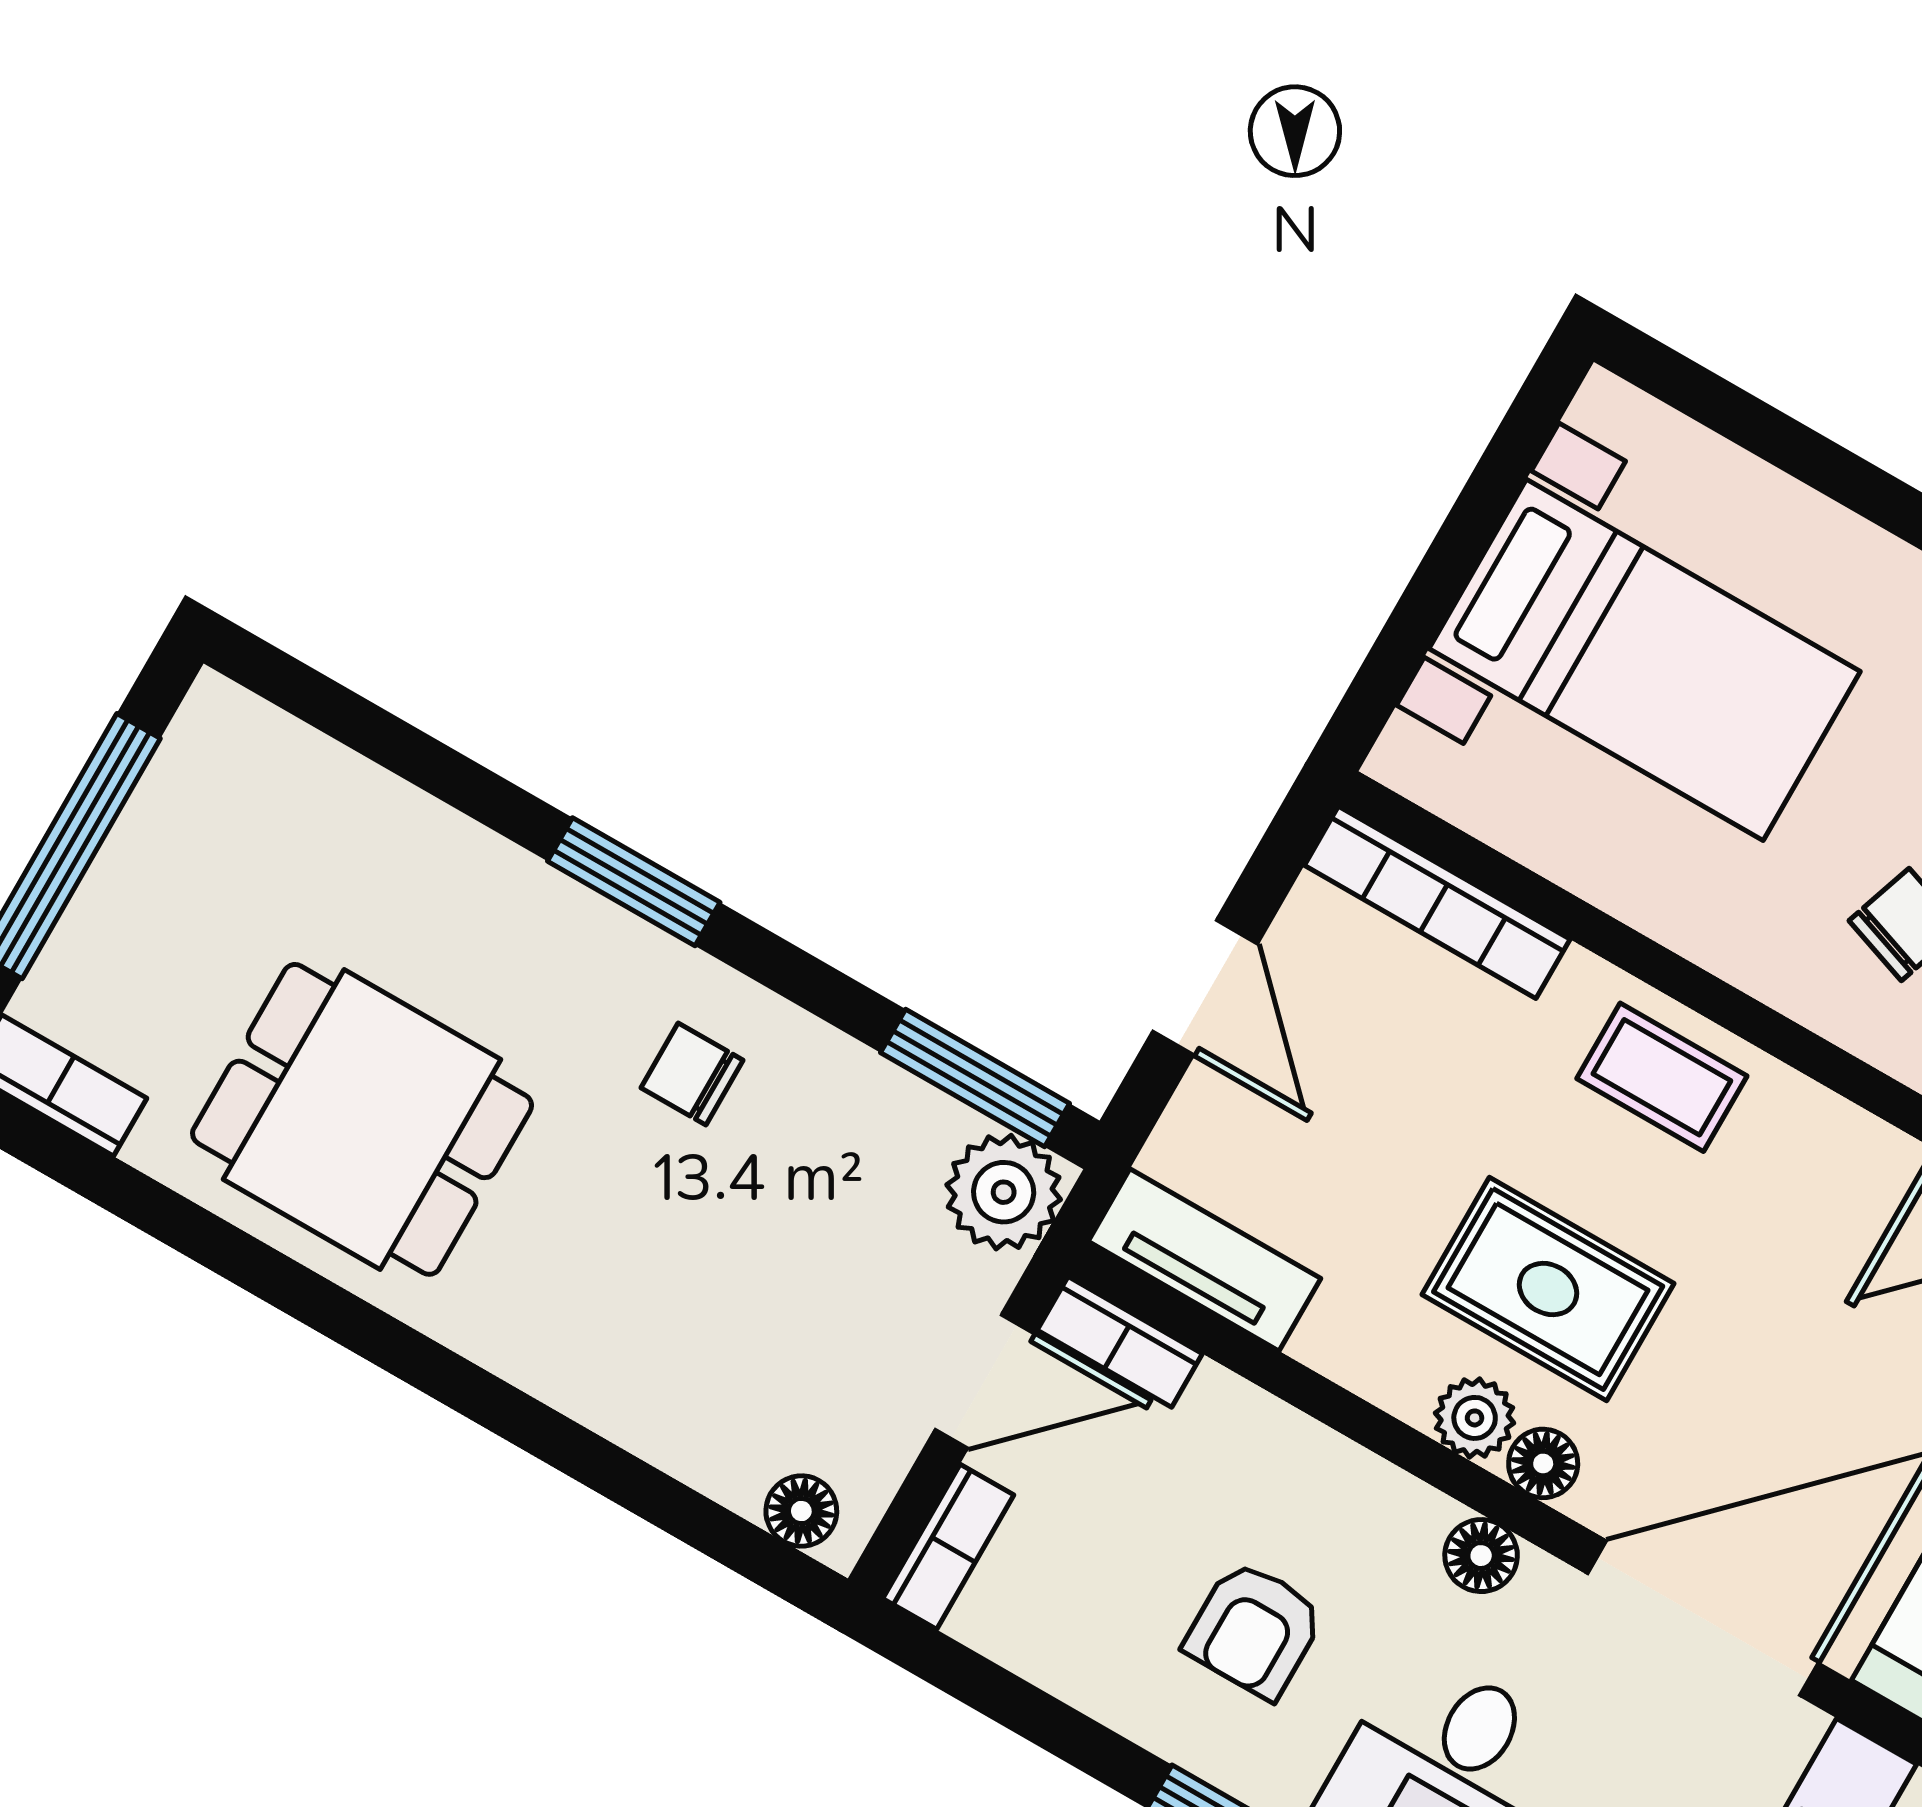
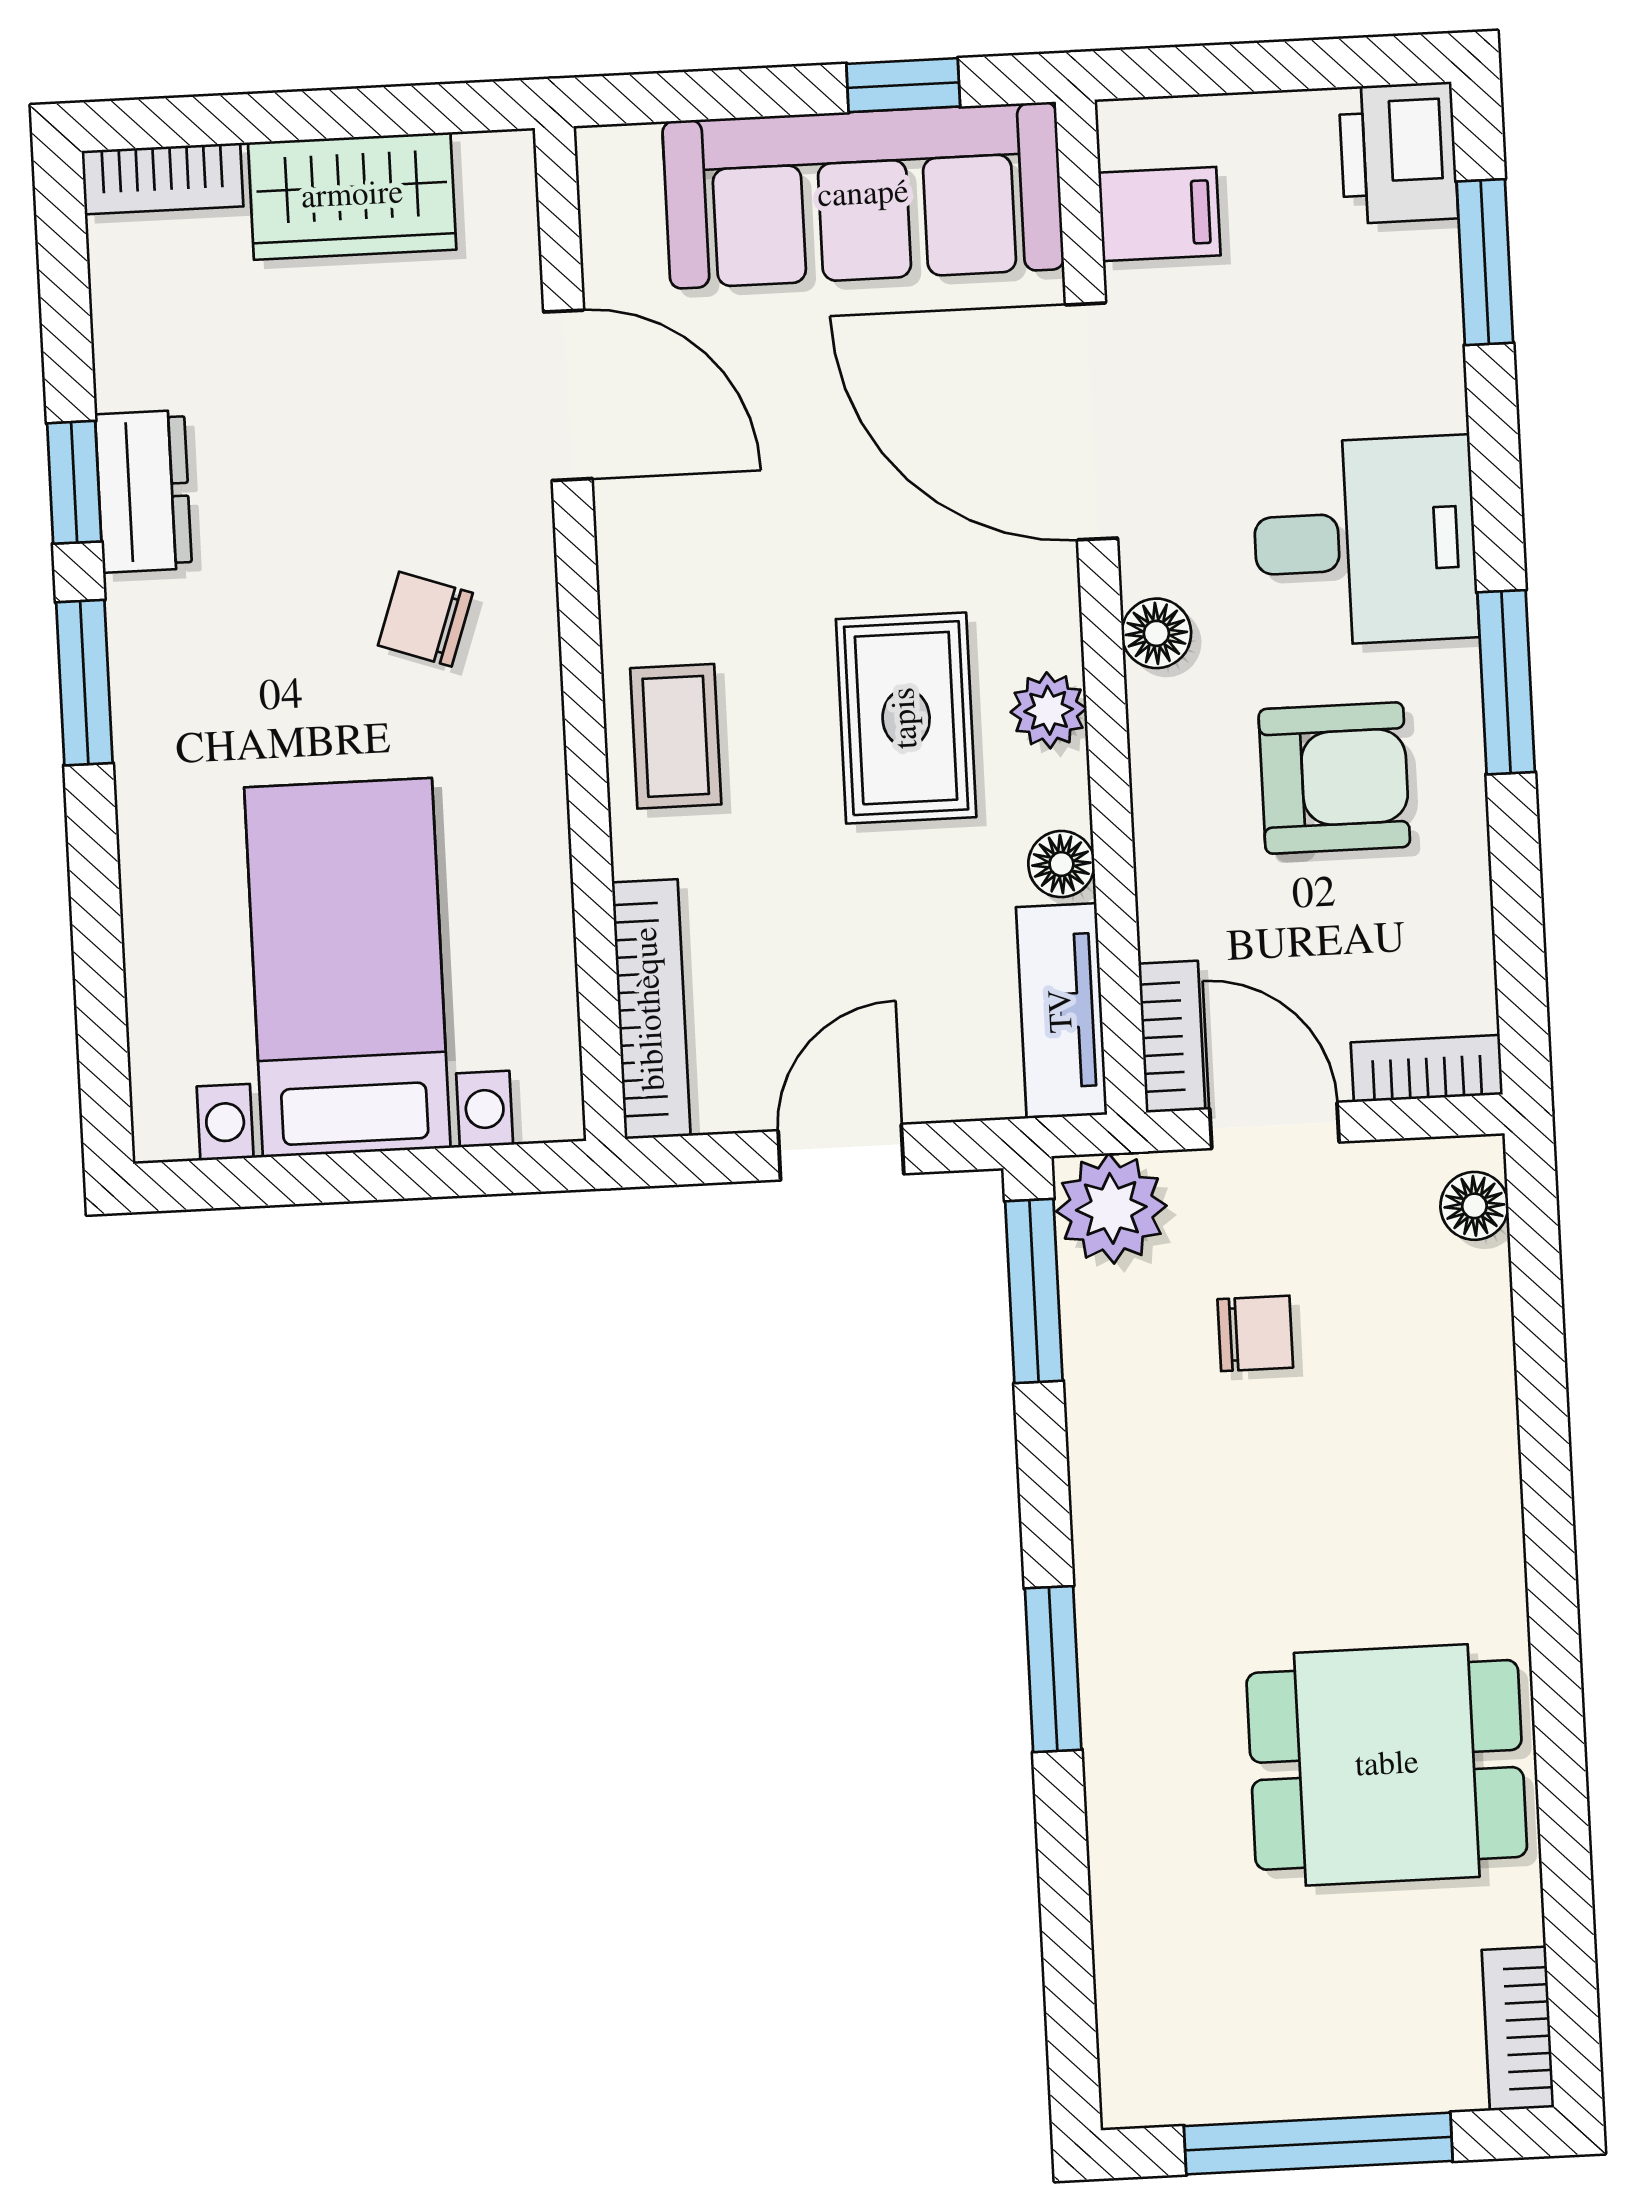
chair: (692, 1074) -> (1255, 1333), moved, turned -90
dining table: (362, 1119) -> (1387, 1765), turned 90
floor lamp: (1543, 1463) -> (1061, 864), moved
armchair: (1254, 1630) -> (1334, 778), width x1.38, depth x1.38

